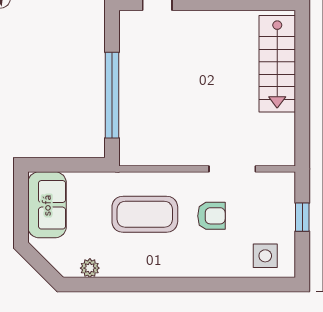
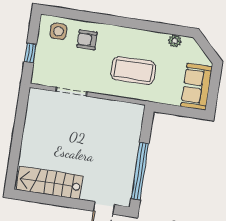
stairs: (277, 64) -> (49, 183), moved, turned -90
window: (112, 95) -> (140, 171), moved
armchair: (211, 216) -> (87, 40), moved

